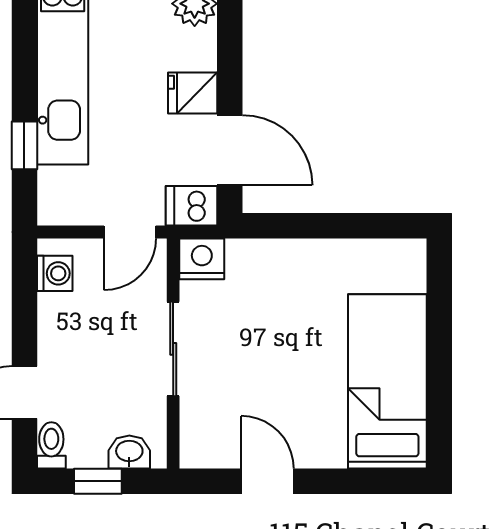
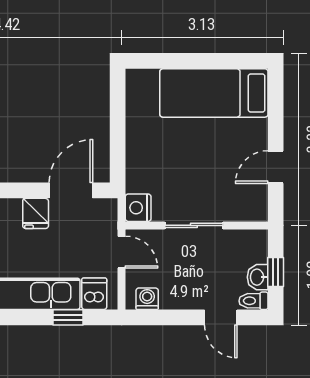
dishwasher: (192, 206) -> (94, 294), moved, turned 180
washbasin: (129, 452) -> (258, 277), moved

